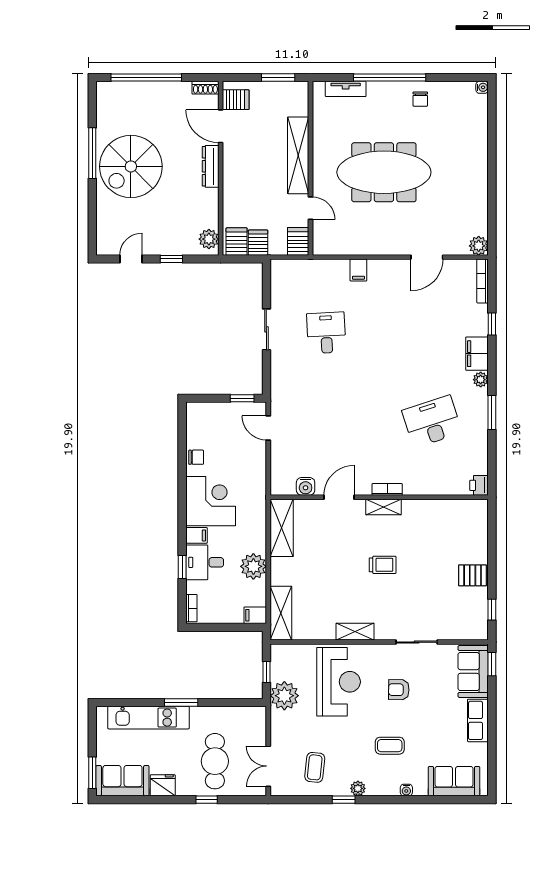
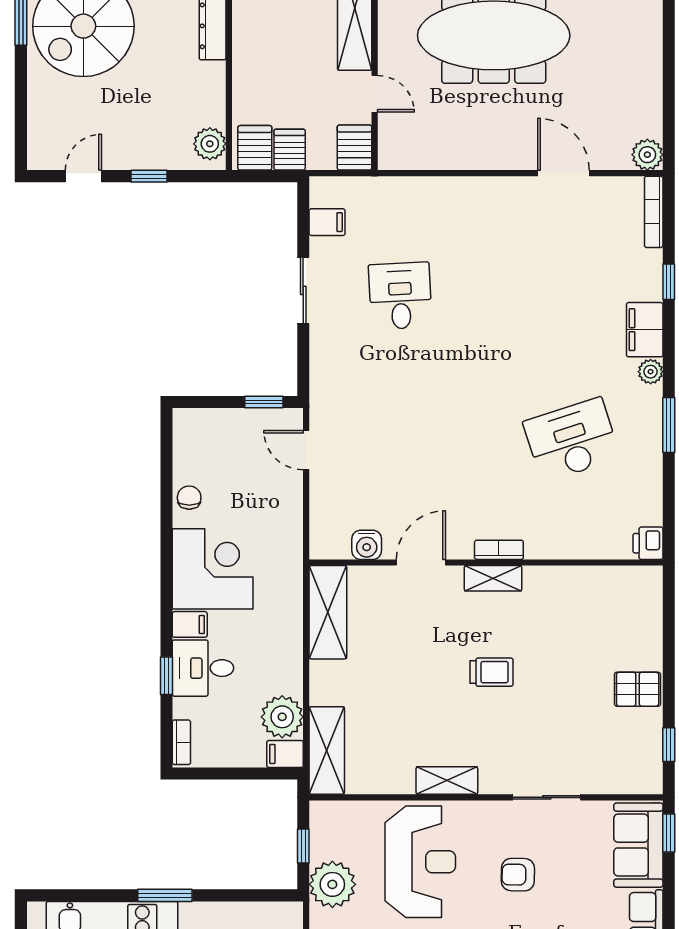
door: (427, 257) -> (563, 173), swing flipped
filing cabinet: (358, 270) -> (327, 222), moved, turned -90
chair: (196, 457) -> (189, 498), turned -90
plant: (253, 566) -> (282, 717), moved

